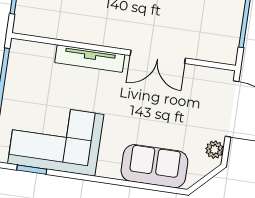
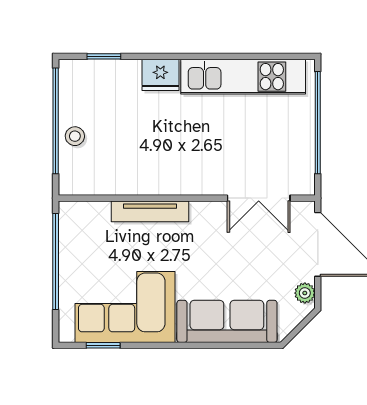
double door: (158, 57) -> (259, 198), moved
sofa: (154, 166) -> (227, 321), width x1.36

